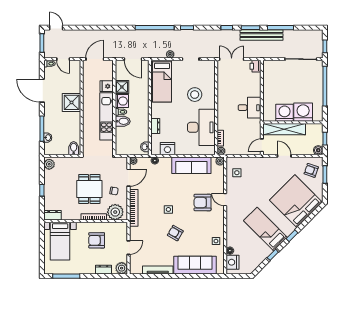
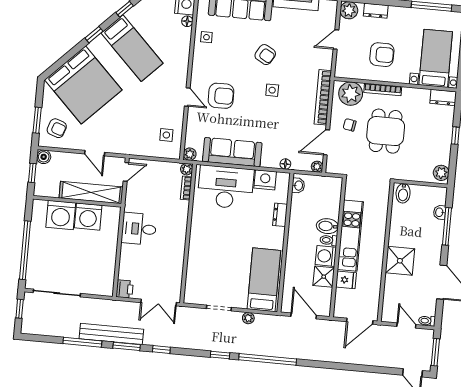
stool: (195, 95) -> (218, 256), removed
desk: (201, 127) -> (226, 187), moved, turned 90

